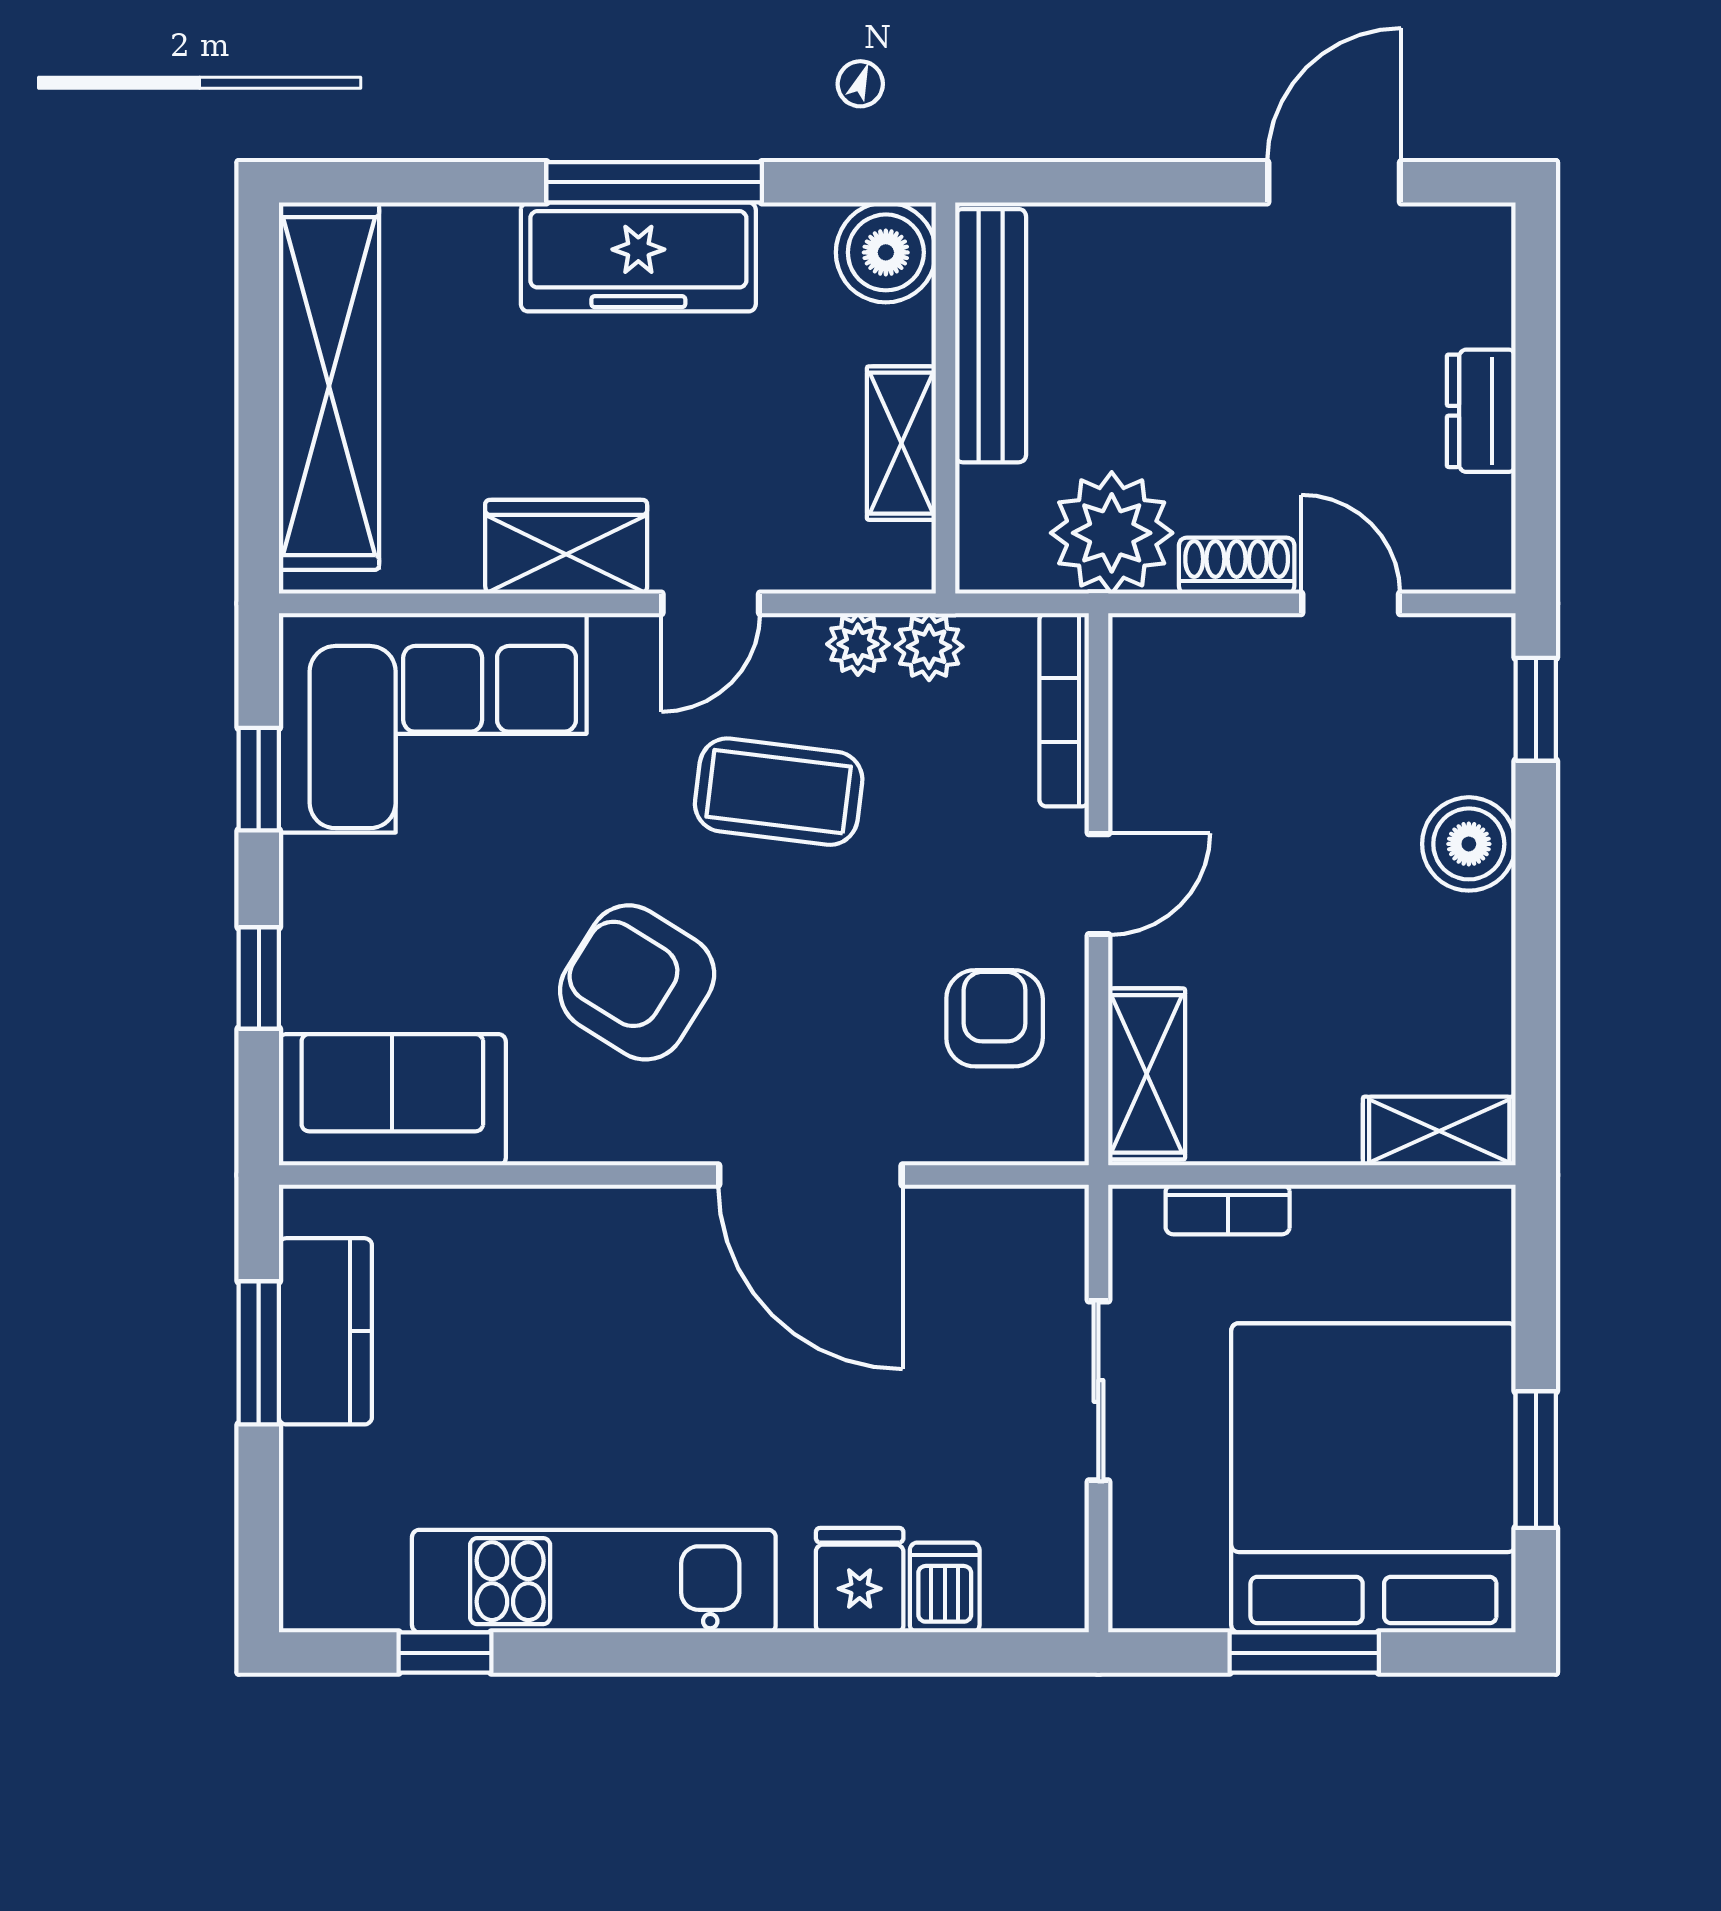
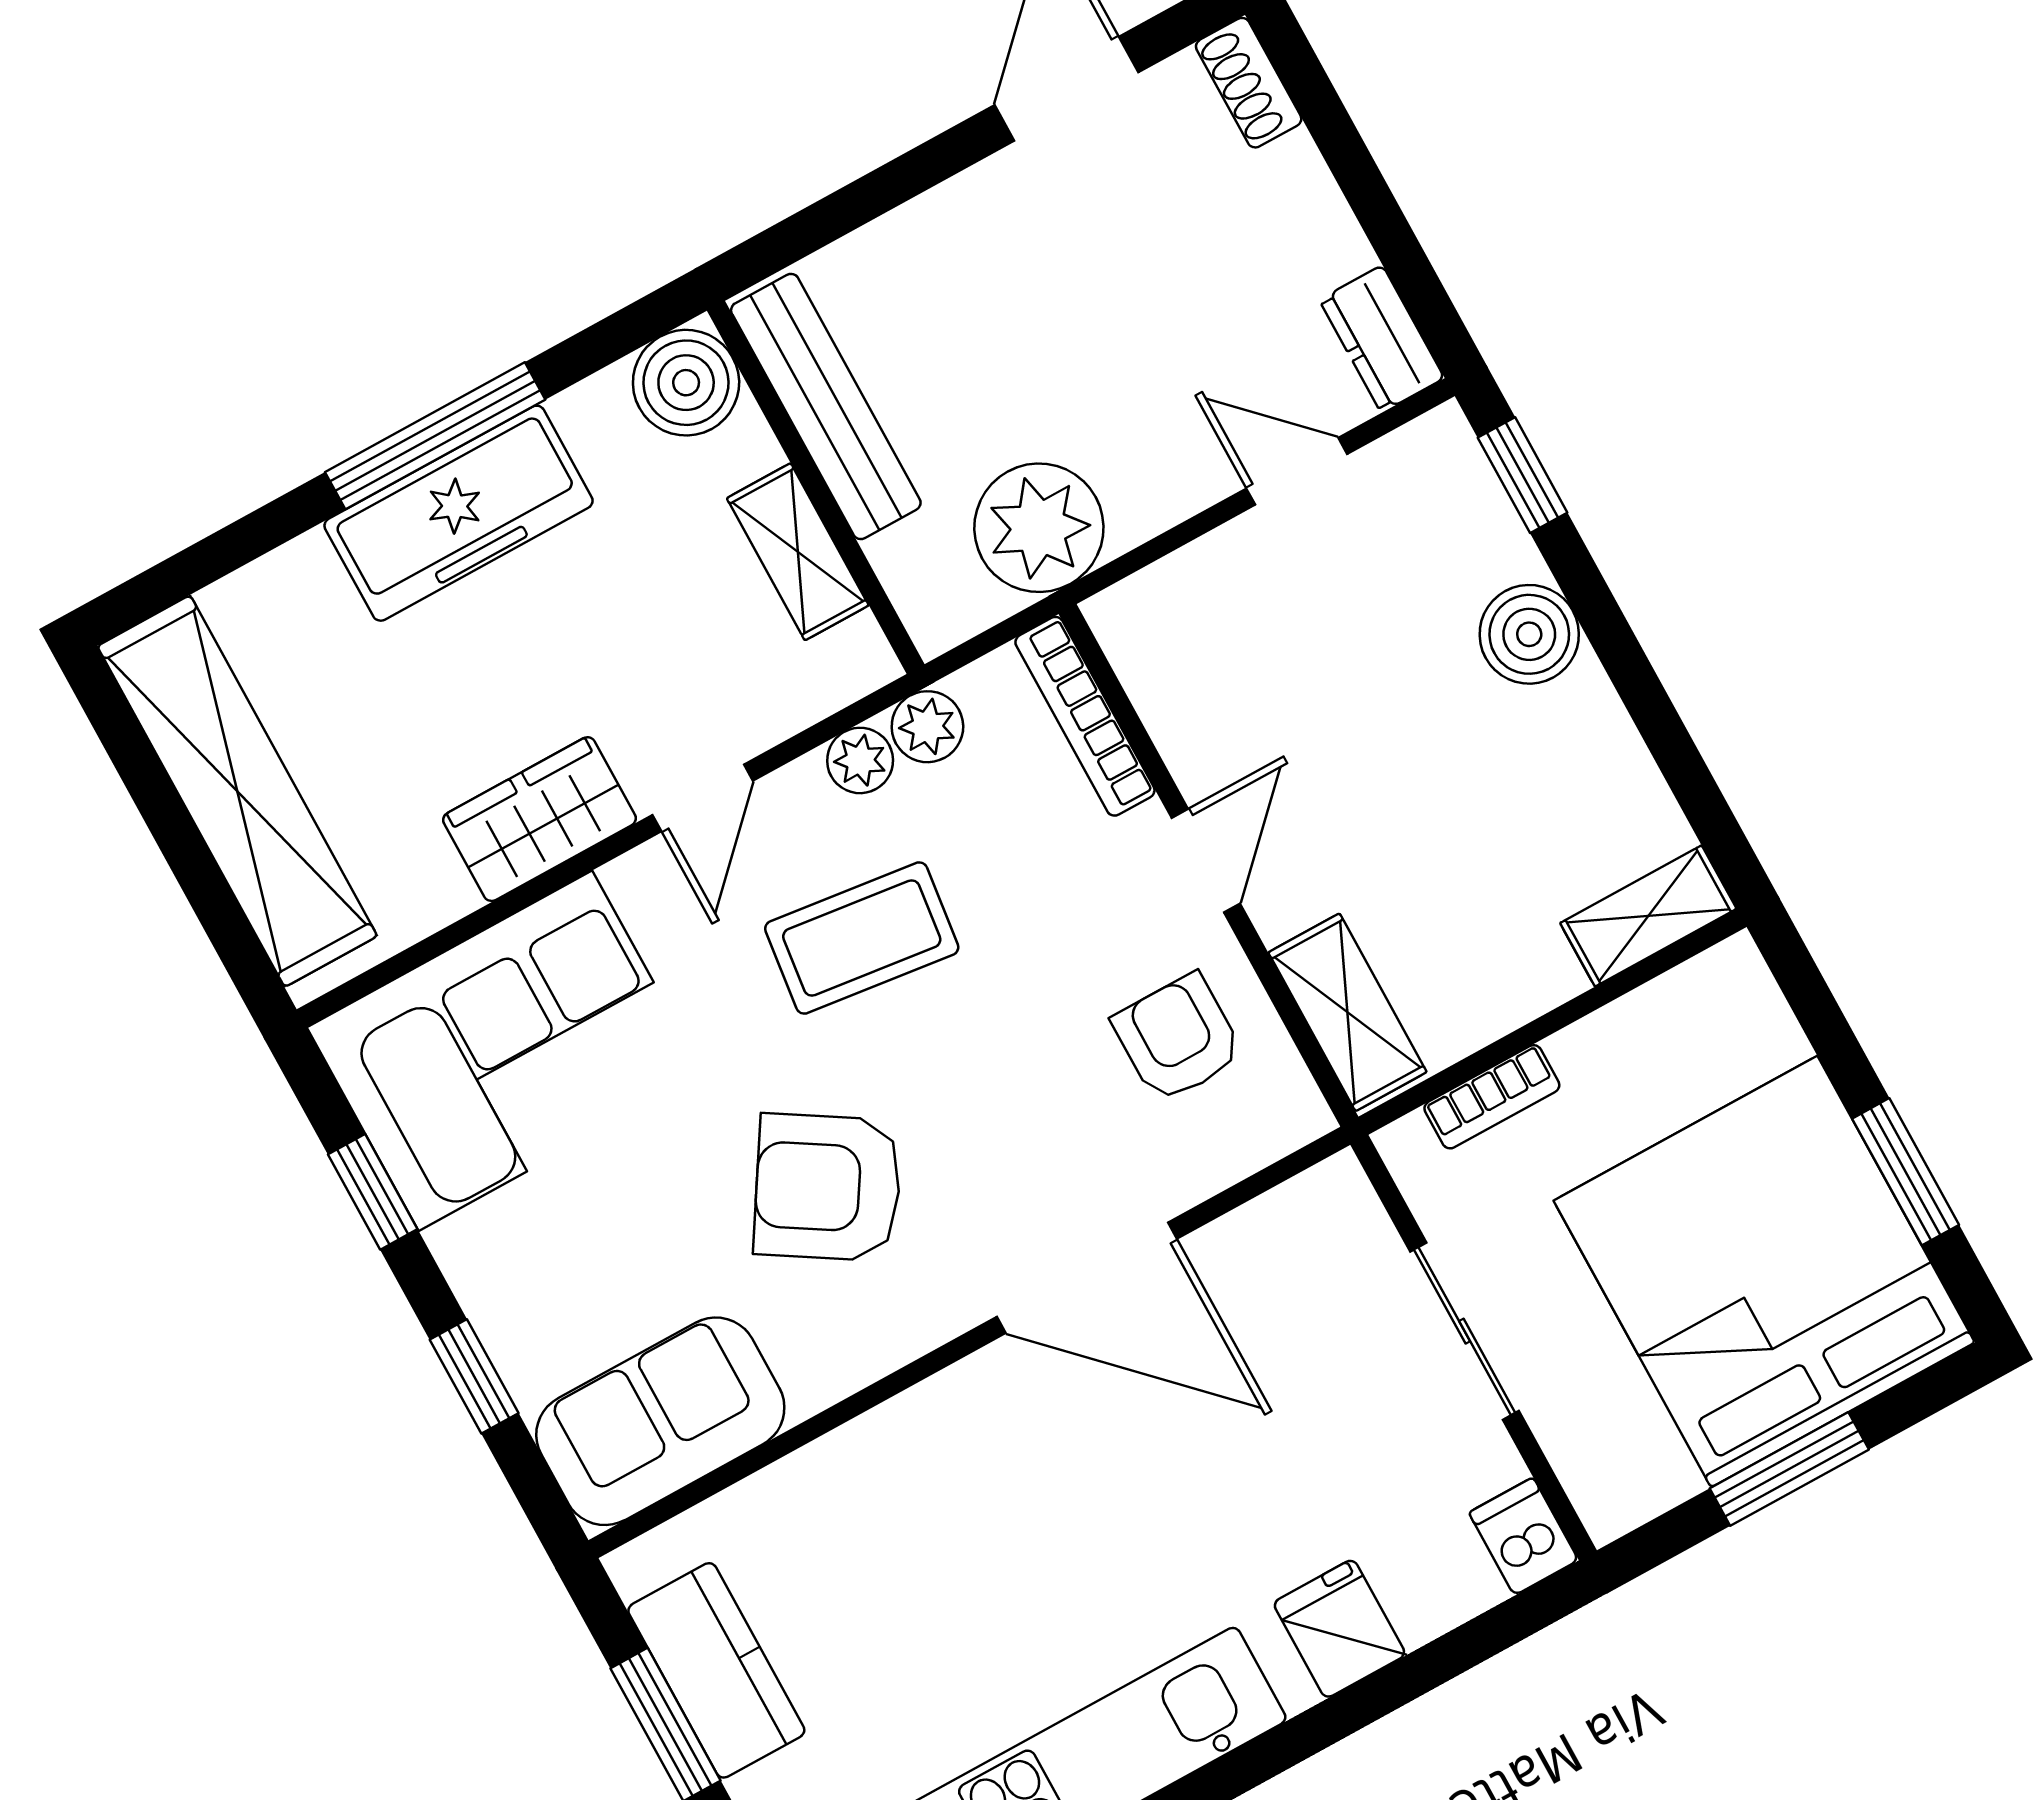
dresser: (1481, 411) -> (1382, 339), moved
shoe rack: (1237, 566) -> (1249, 83), moved, turned -90
dishwasher: (945, 1587) -> (1524, 1536), moved

